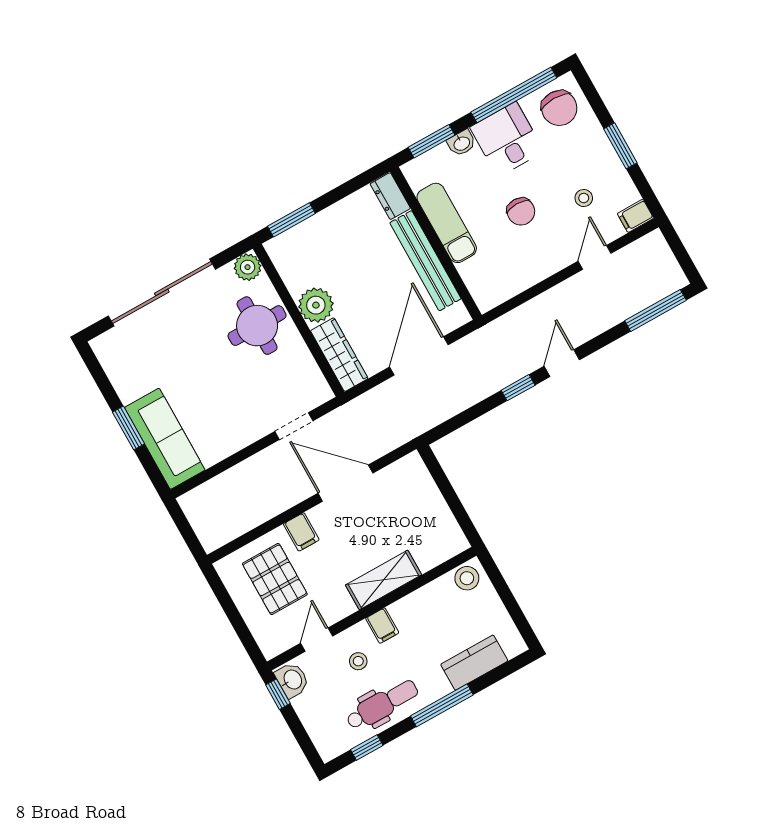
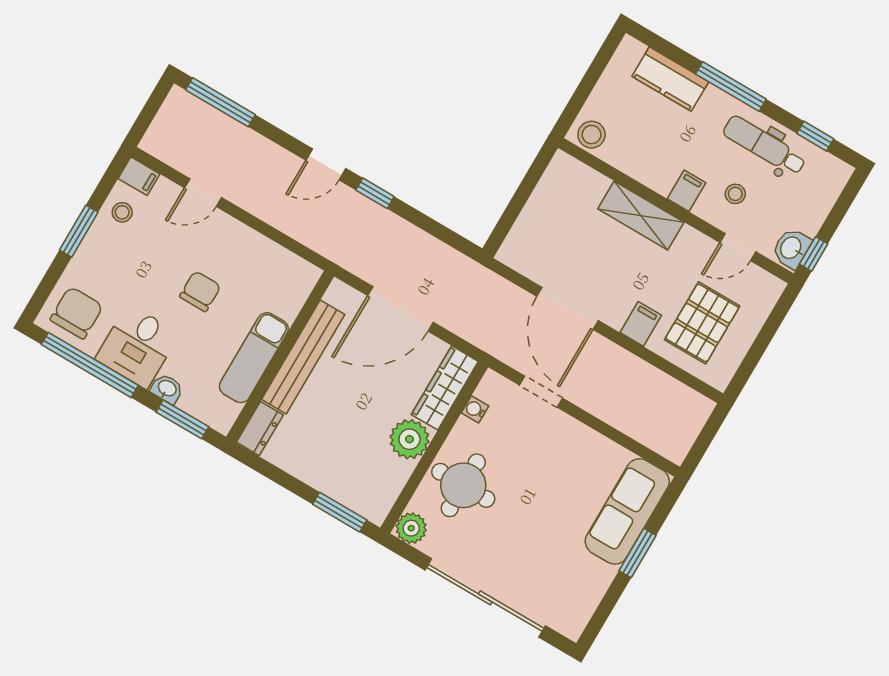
stool: (584, 198) -> (122, 212), moved
water cooler: (310, 368) -> (475, 409), added

